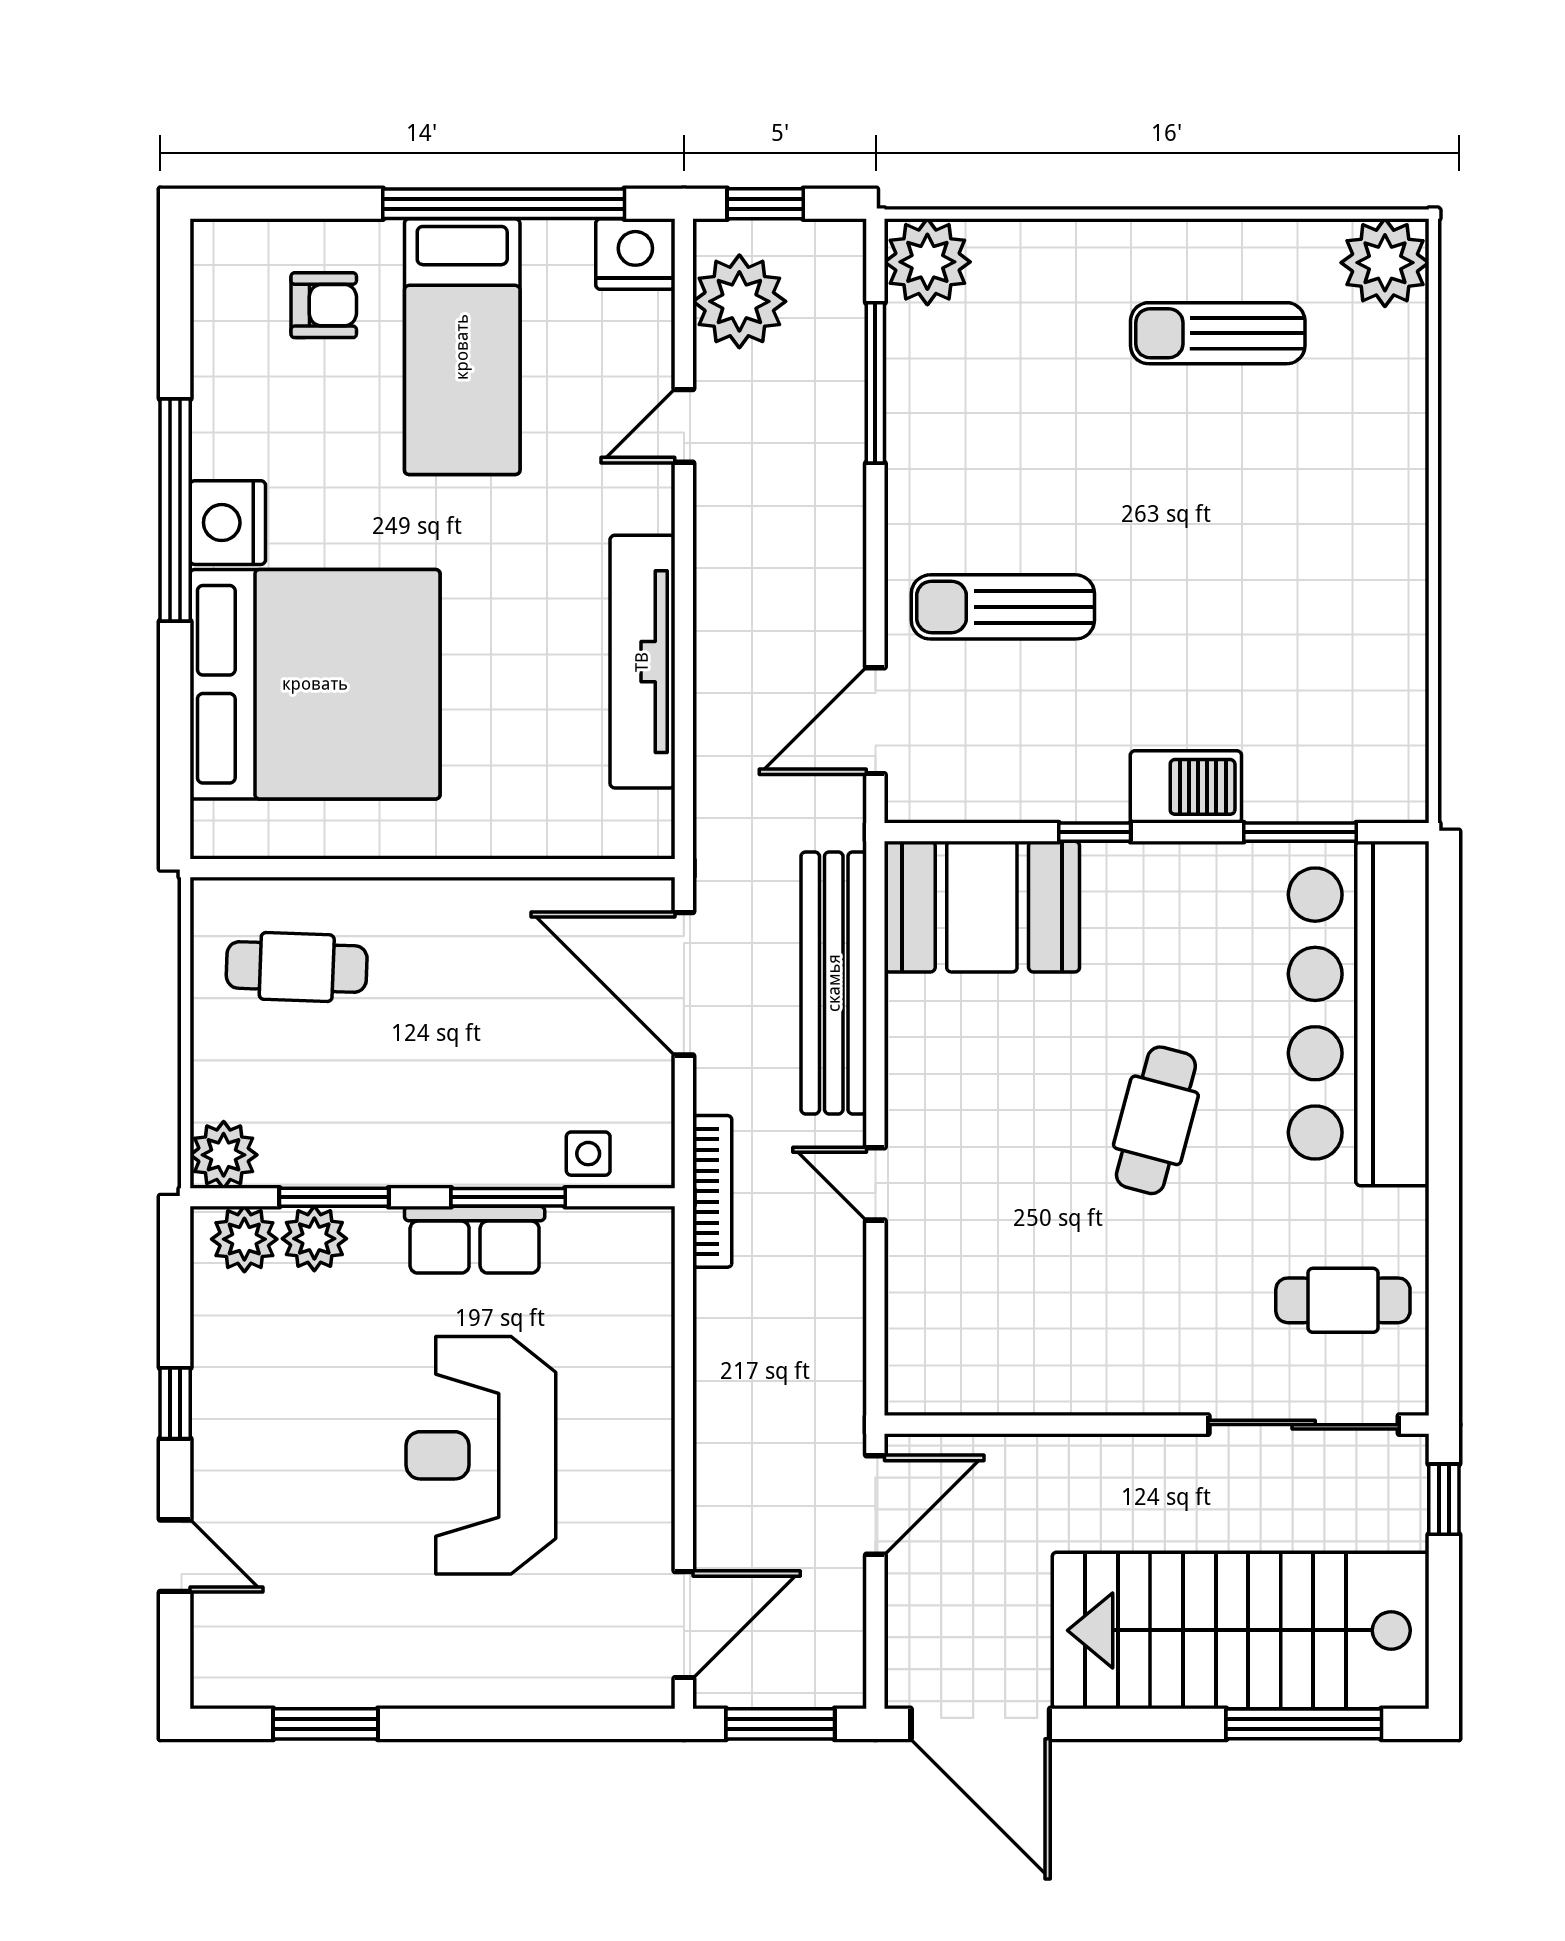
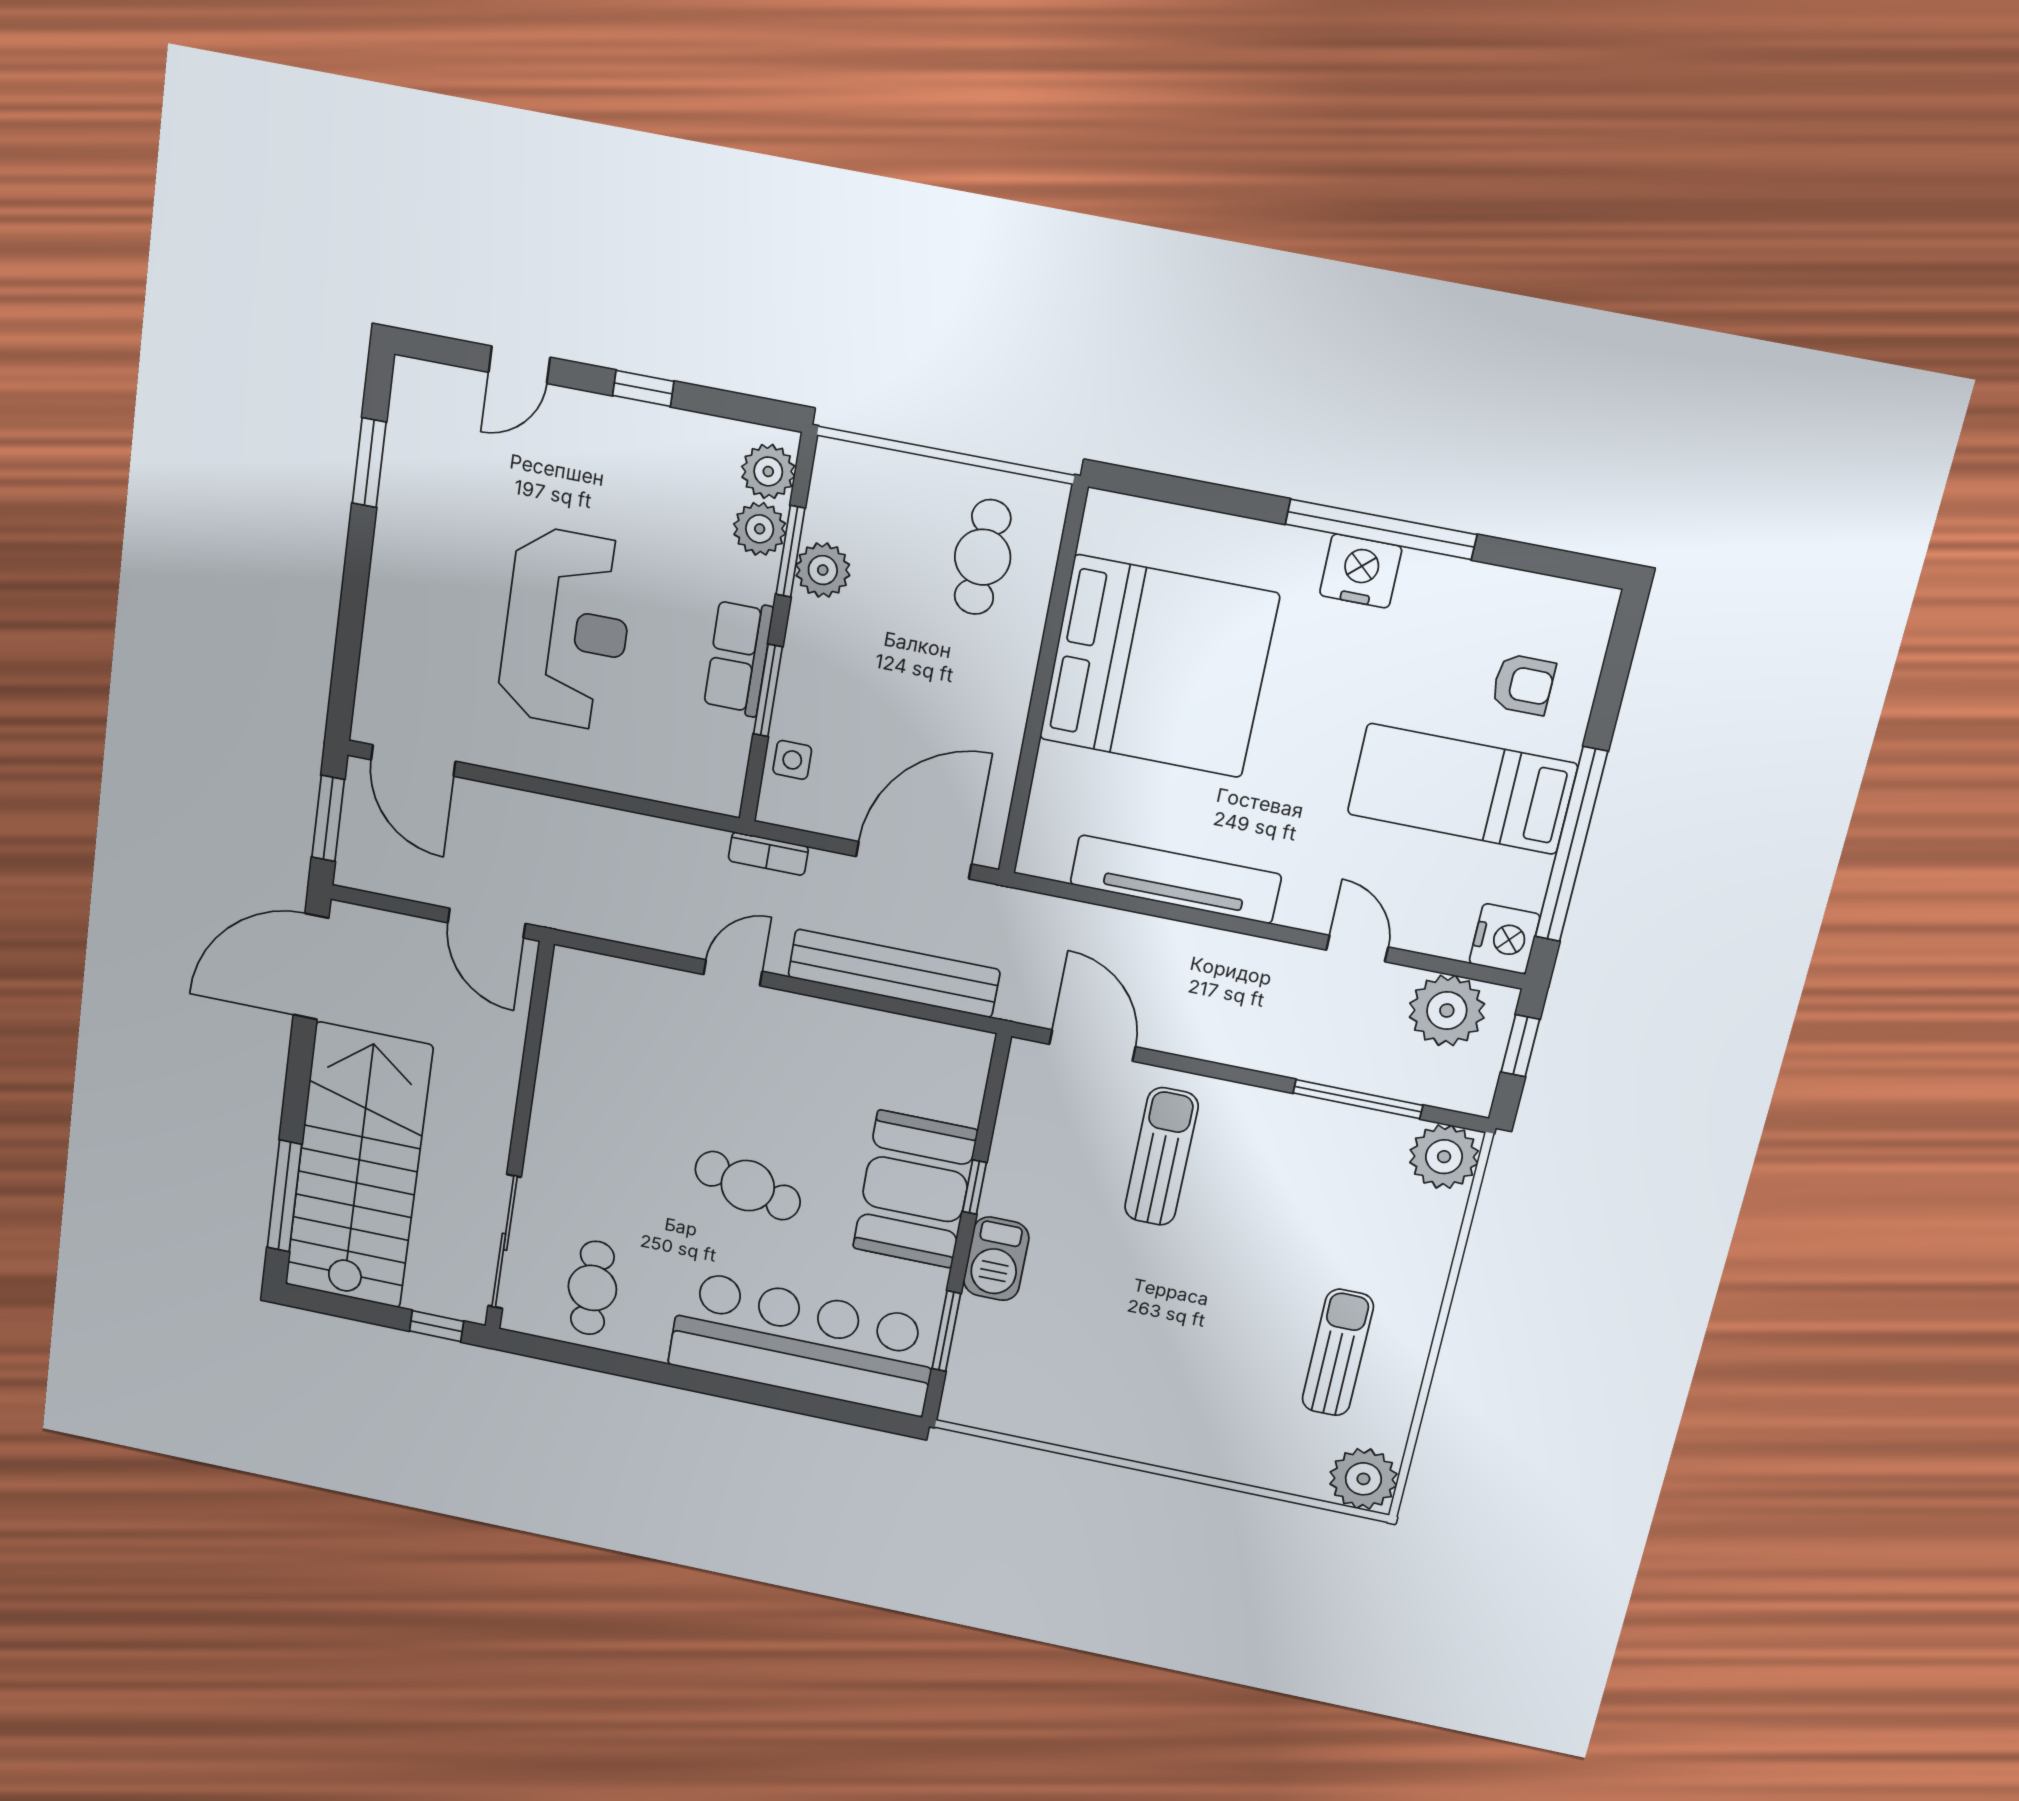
armchair: (324, 305) -> (1523, 685), turned -90
bed: (315, 684) -> (1159, 667), moved, turned -90
booth: (982, 907) -> (915, 1189), moved
plant: (224, 1155) -> (823, 570), moved
bookcase: (712, 1191) -> (768, 854), width x0.64
reception desk: (481, 1455) -> (566, 629), turned 90

